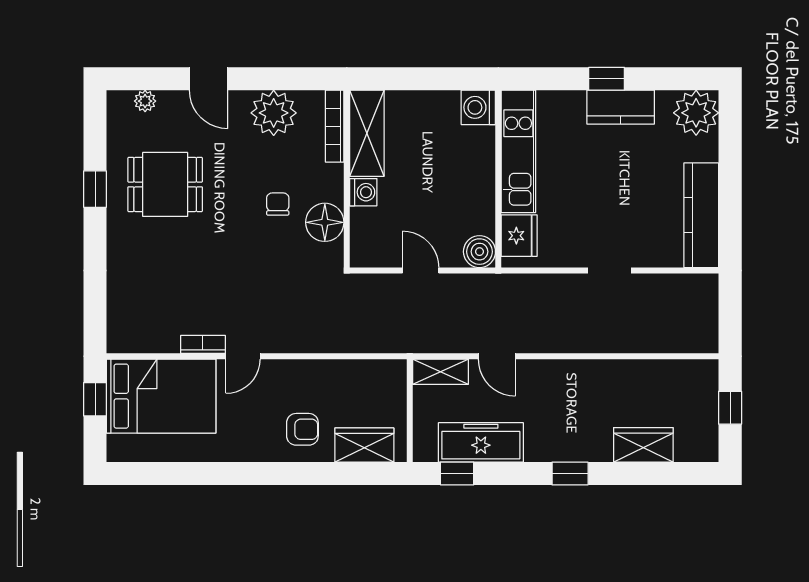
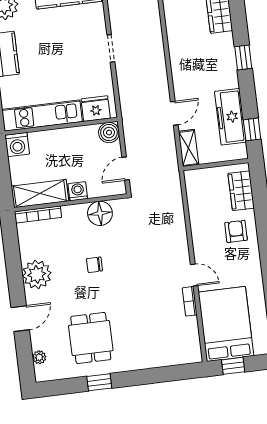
bookcase: (335, 126) -> (38, 215), moved
shelving: (367, 133) -> (40, 194), moved
wall: (347, 179) -> (71, 203), moved
washing machine: (363, 192) -> (78, 191), moved
floor lamp: (325, 222) -> (100, 213), moved

